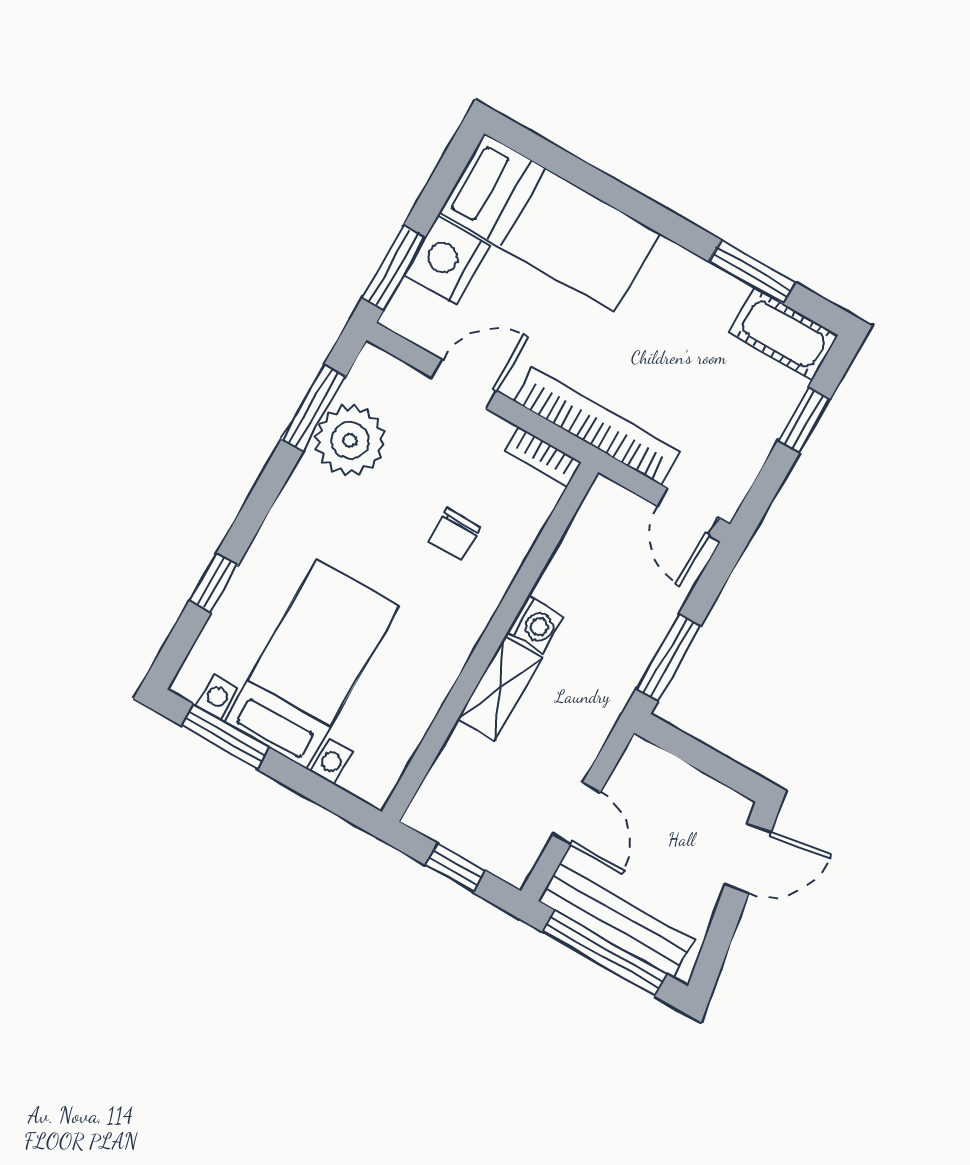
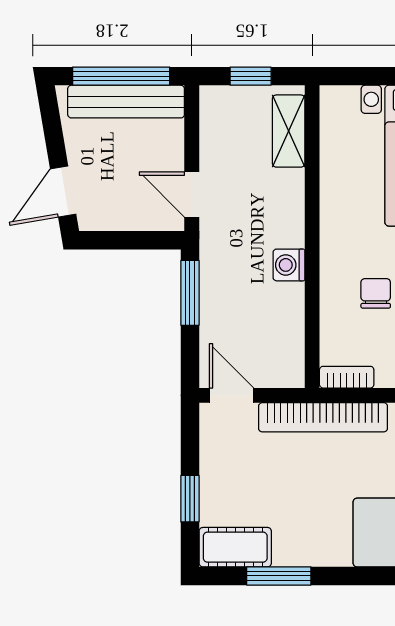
shelving: (500, 688) -> (289, 131), moved
door: (577, 813) -> (192, 195), moved

